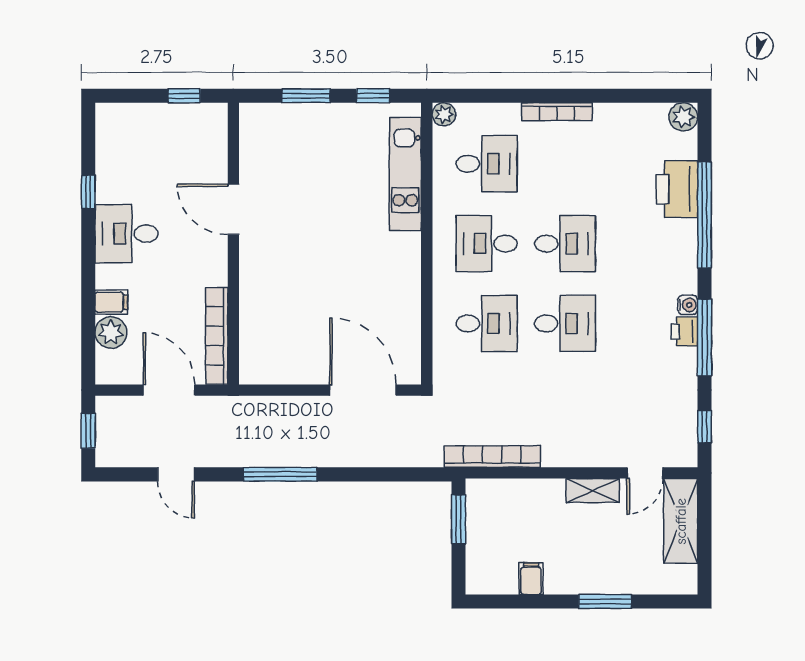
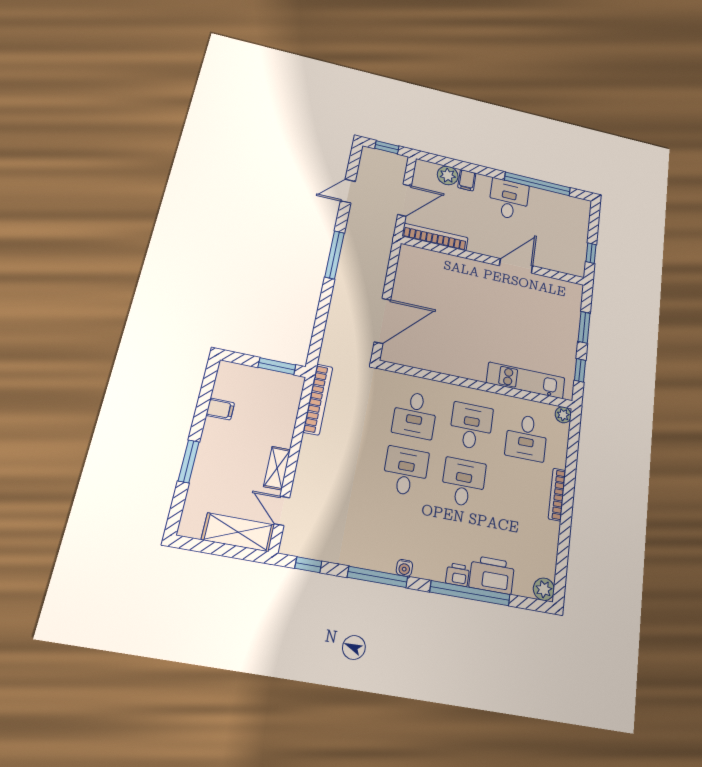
window: (88, 192) -> (538, 184), width x3.17
desk: (565, 244) -> (463, 482), turned 180
desk: (565, 323) -> (406, 471), turned 180
printer: (684, 332) -> (458, 575), moved

